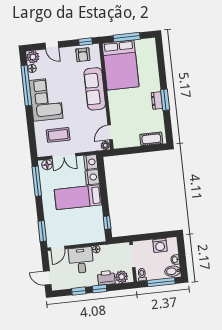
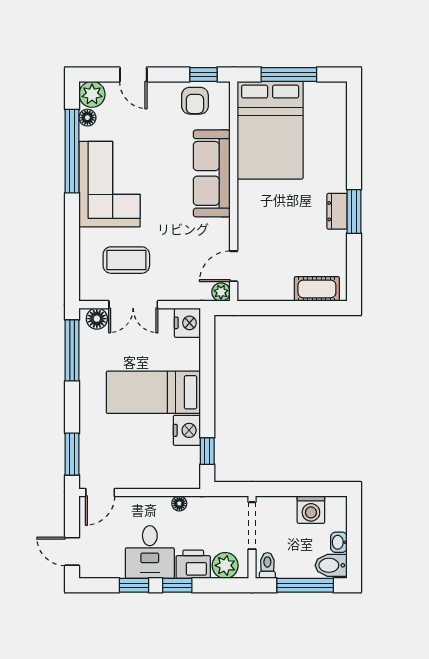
nightstand: (92, 177) -> (187, 430), moved
desk: (81, 260) -> (150, 552), moved, turned 180

